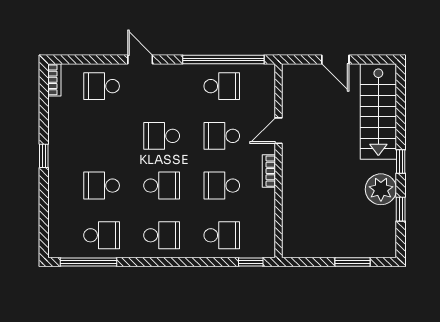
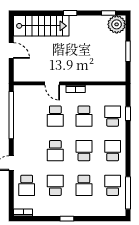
door: (335, 59) -> (11, 51), hinge flipped
school desk: (222, 86) -> (55, 185), moved
plant: (381, 189) -> (117, 24), moved
window: (401, 209) -> (109, 13), moved
window: (251, 262) -> (128, 114), moved
window: (352, 262) -> (128, 51), moved

